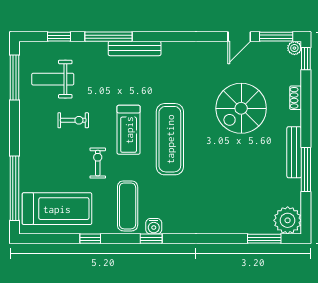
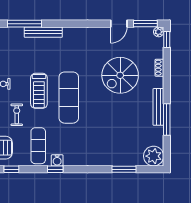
window: (264, 239) -> (124, 169), moved

